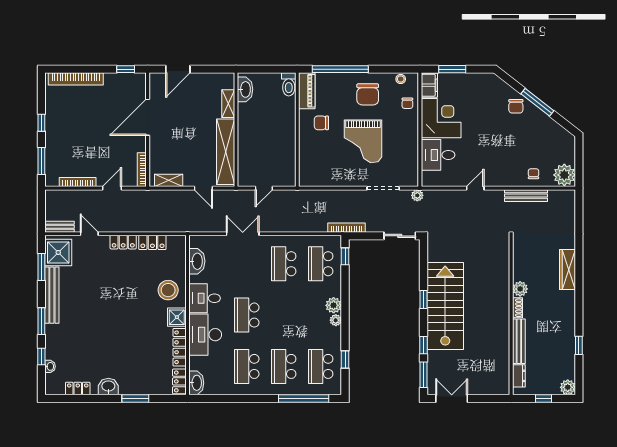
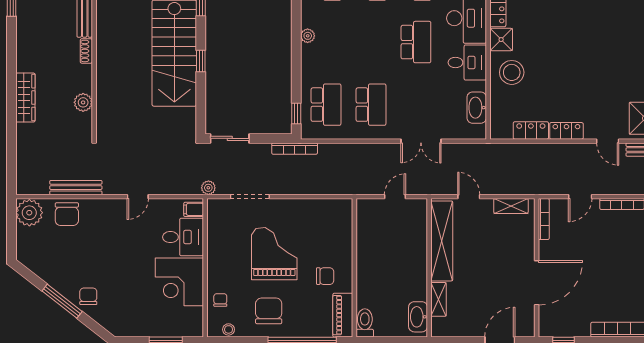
filing cabinet: (429, 85) -> (194, 209), moved, width x0.50
chair: (533, 174) -> (67, 214), width x1.87, depth x1.87
plant: (520, 289) -> (83, 102), moved
plant: (334, 305) -> (310, 54), removed

